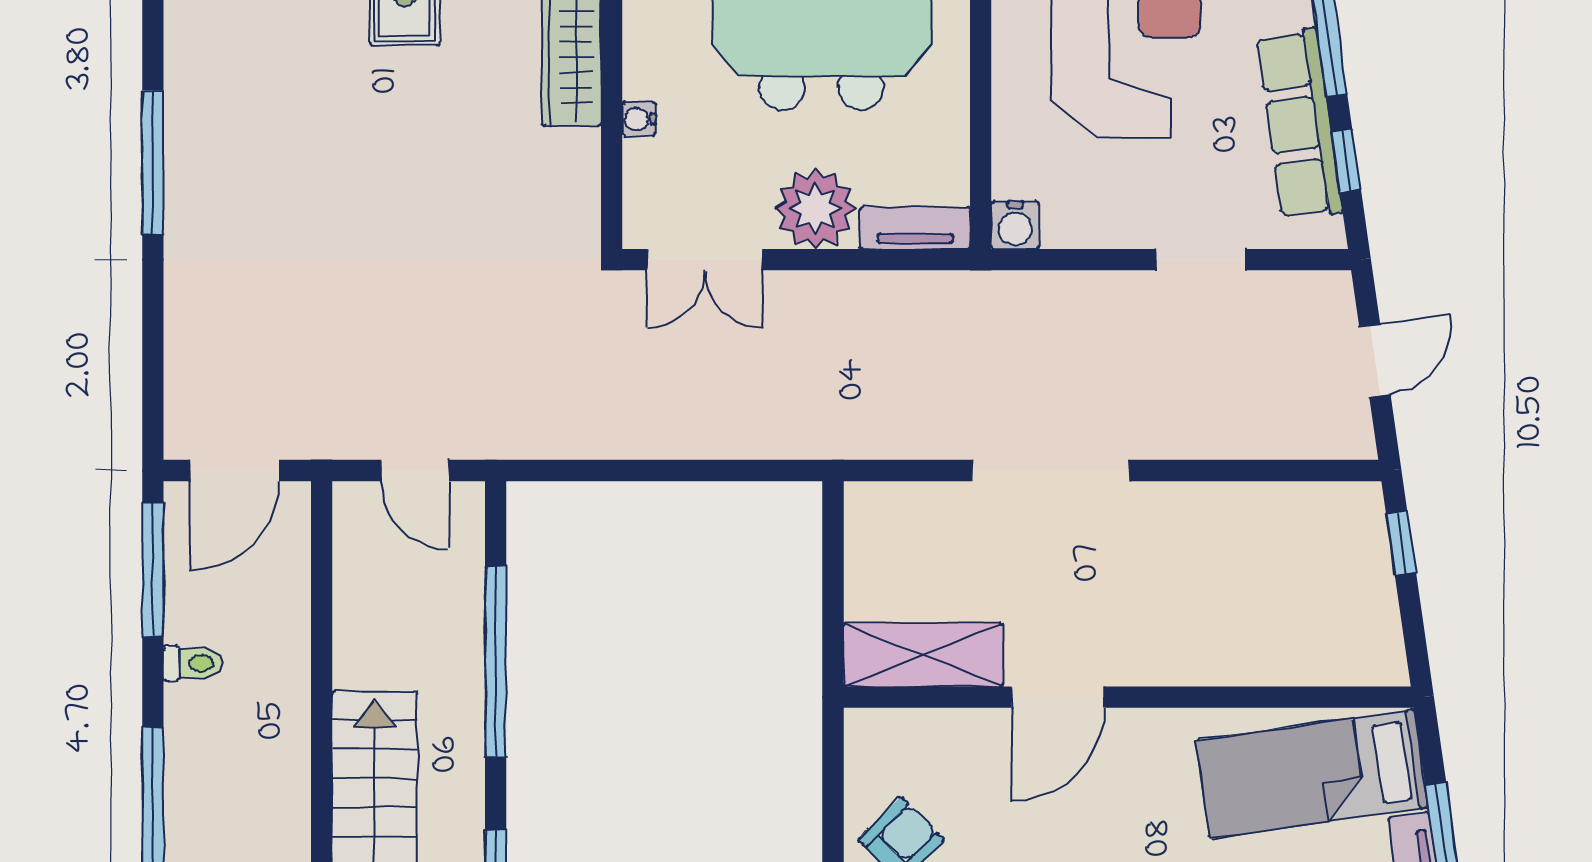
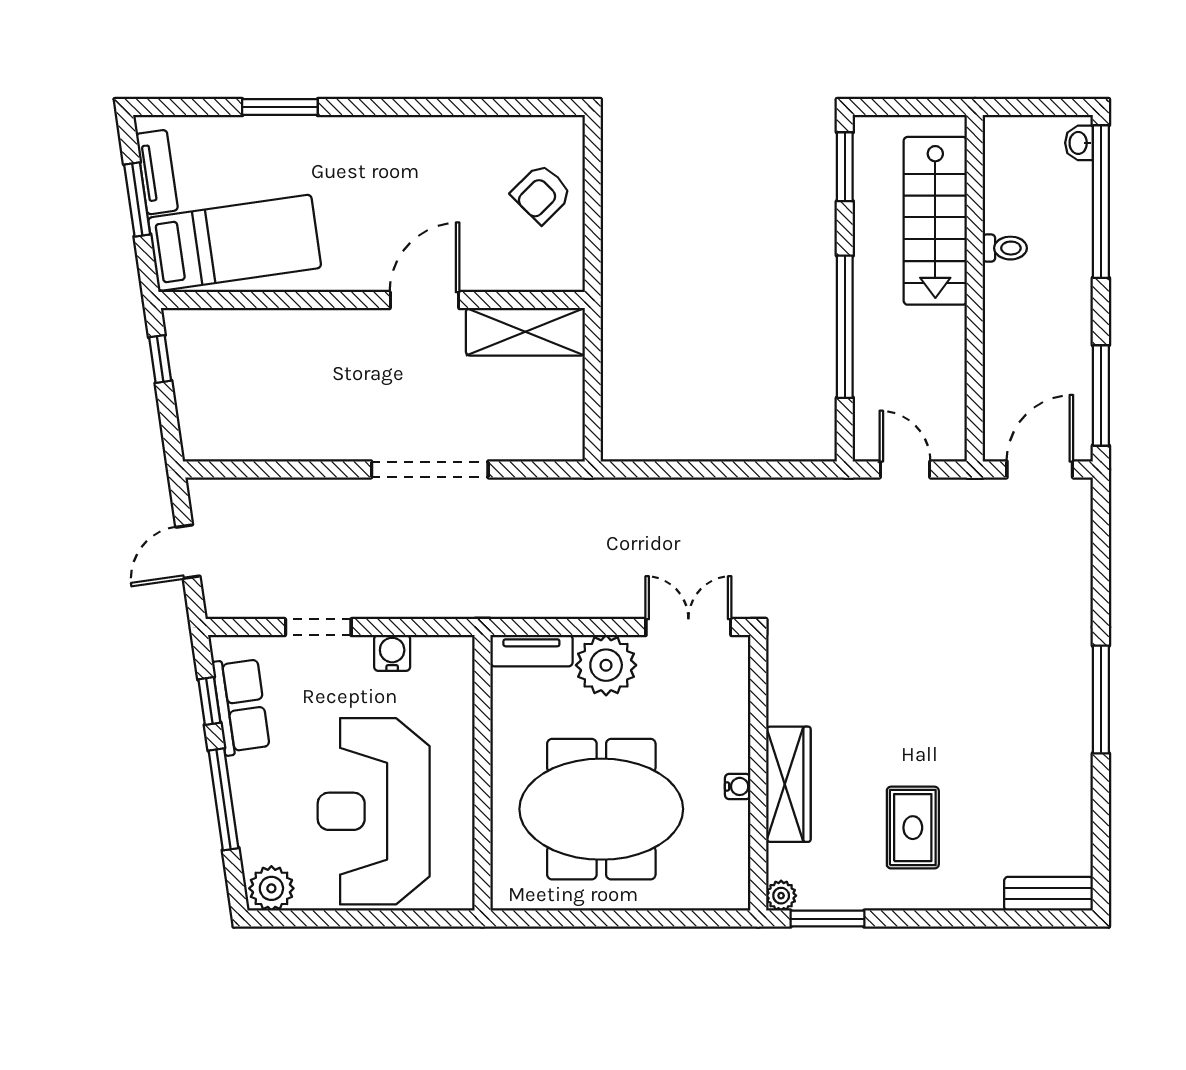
water cooler: (639, 119) -> (738, 786), moved
row of seats: (1299, 124) -> (241, 706), width x0.68
water cooler: (1015, 225) -> (392, 653), moved
window: (1401, 543) -> (160, 359), moved
toilet: (193, 663) -> (1005, 248), moved, turned 180

